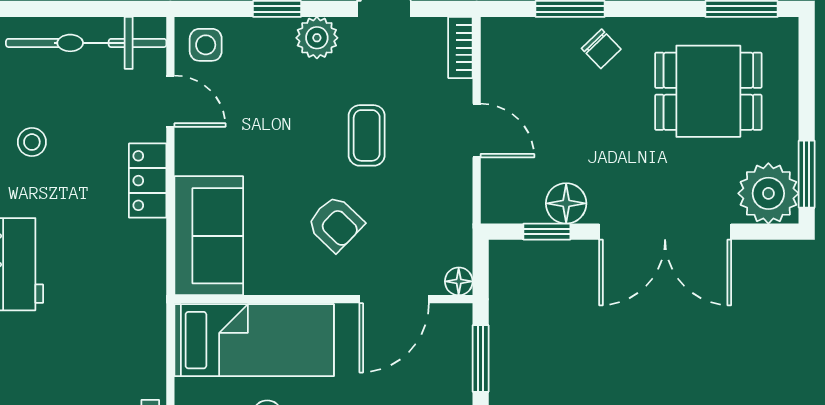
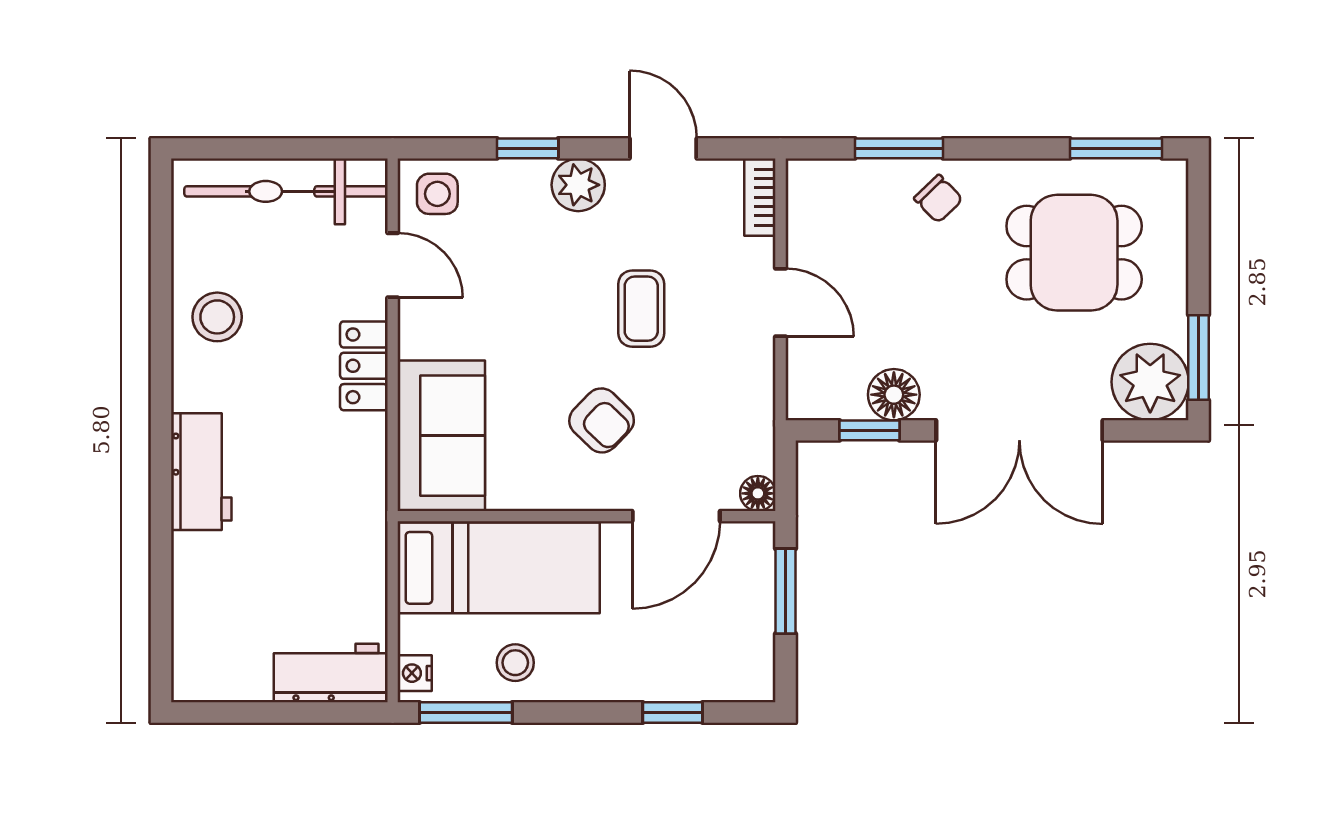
stool: (32, 142) -> (217, 317), width x1.37, depth x1.37

